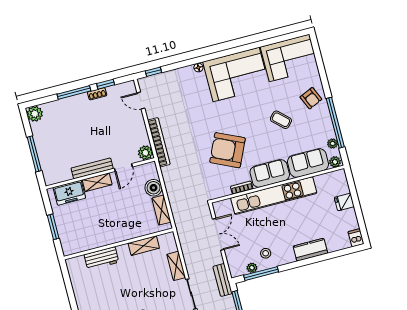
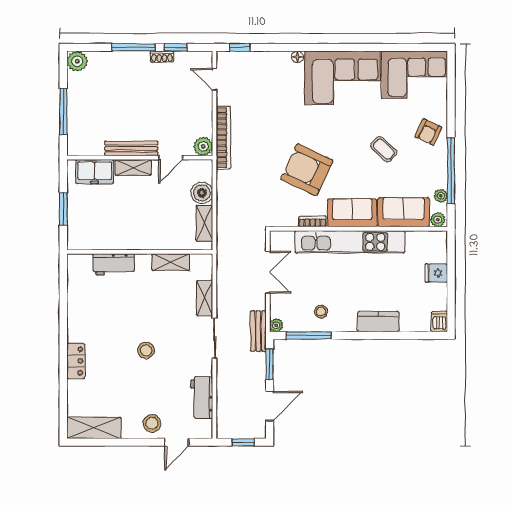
armchair: (311, 98) -> (428, 132), turned 50
plant: (252, 268) -> (276, 325), moved

